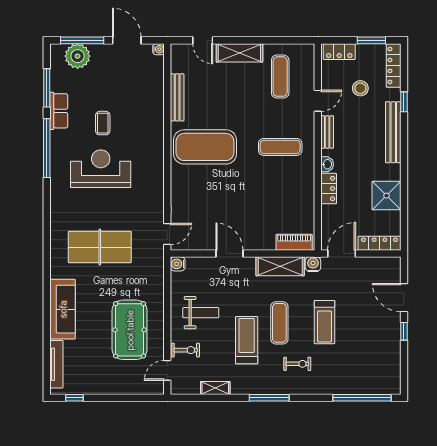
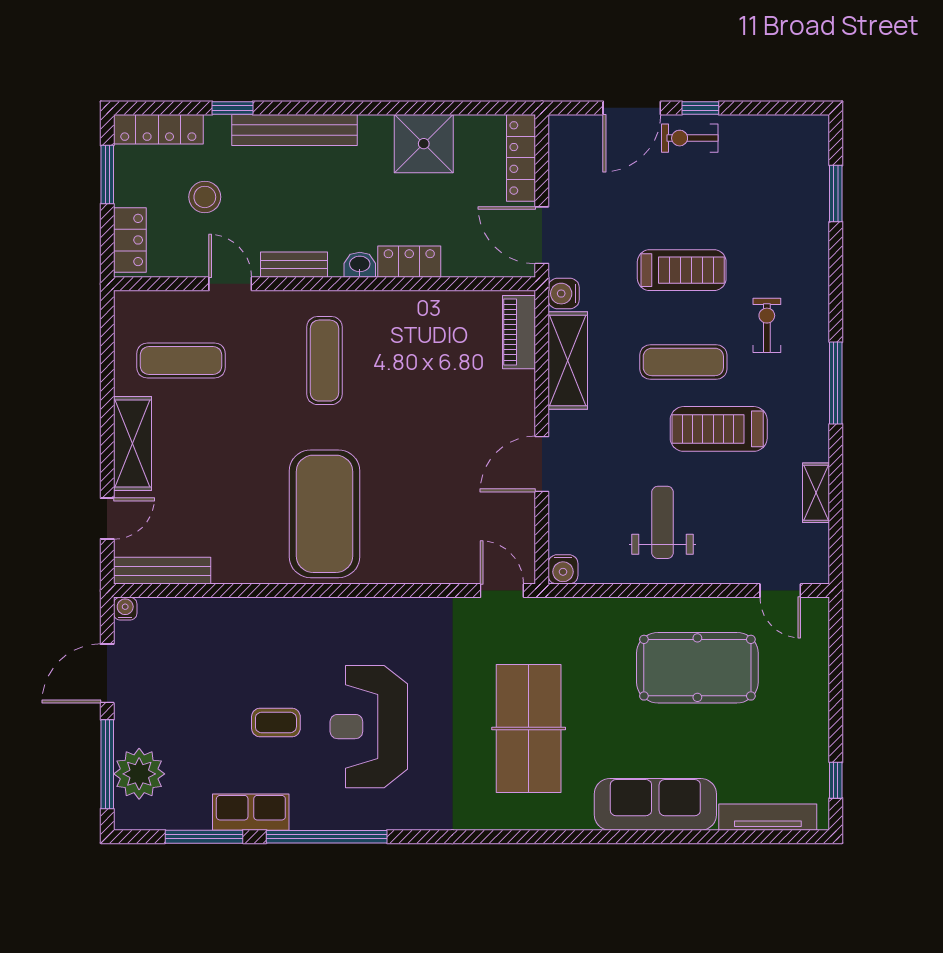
bench: (177, 97) -> (162, 571), moved
exercise bike: (186, 350) -> (690, 138), moved, turned -90
window: (362, 398) -> (836, 194), width x0.47

